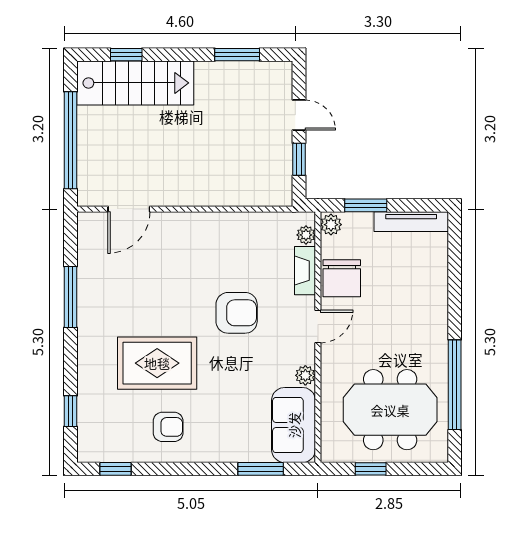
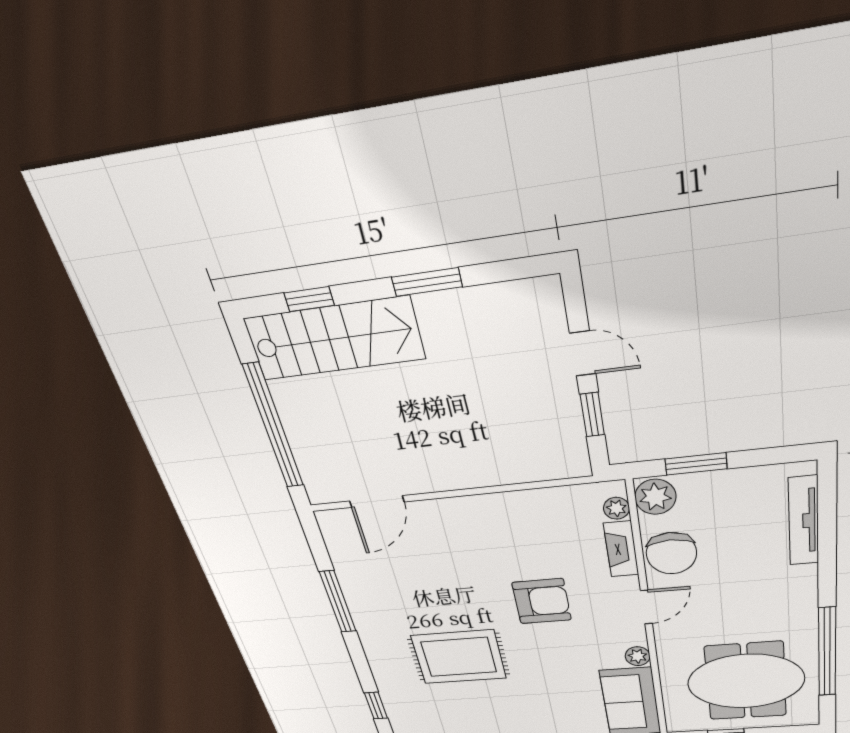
window: (237, 55) -> (427, 282), moved
tv unit: (411, 222) -> (804, 521), moved, turned 90
plant: (331, 225) -> (655, 497), width x1.38, depth x1.38
armchair: (168, 427) -> (487, 712), removed

